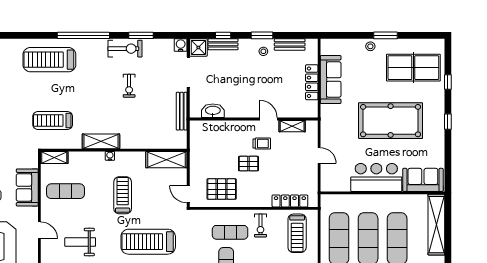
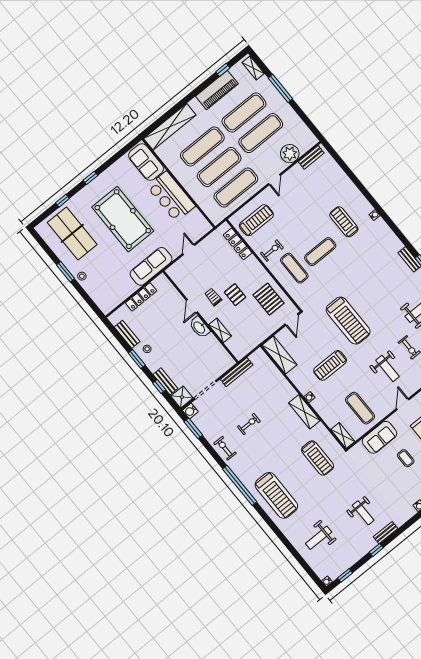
window: (141, 35) -> (193, 428), moved
exercise bike: (125, 49) -> (225, 448), width x0.73, depth x0.72
sofa: (331, 80) -> (151, 266), moved
washbasin: (213, 111) -> (199, 327), moved
shelving: (292, 126) -> (220, 330), moved

